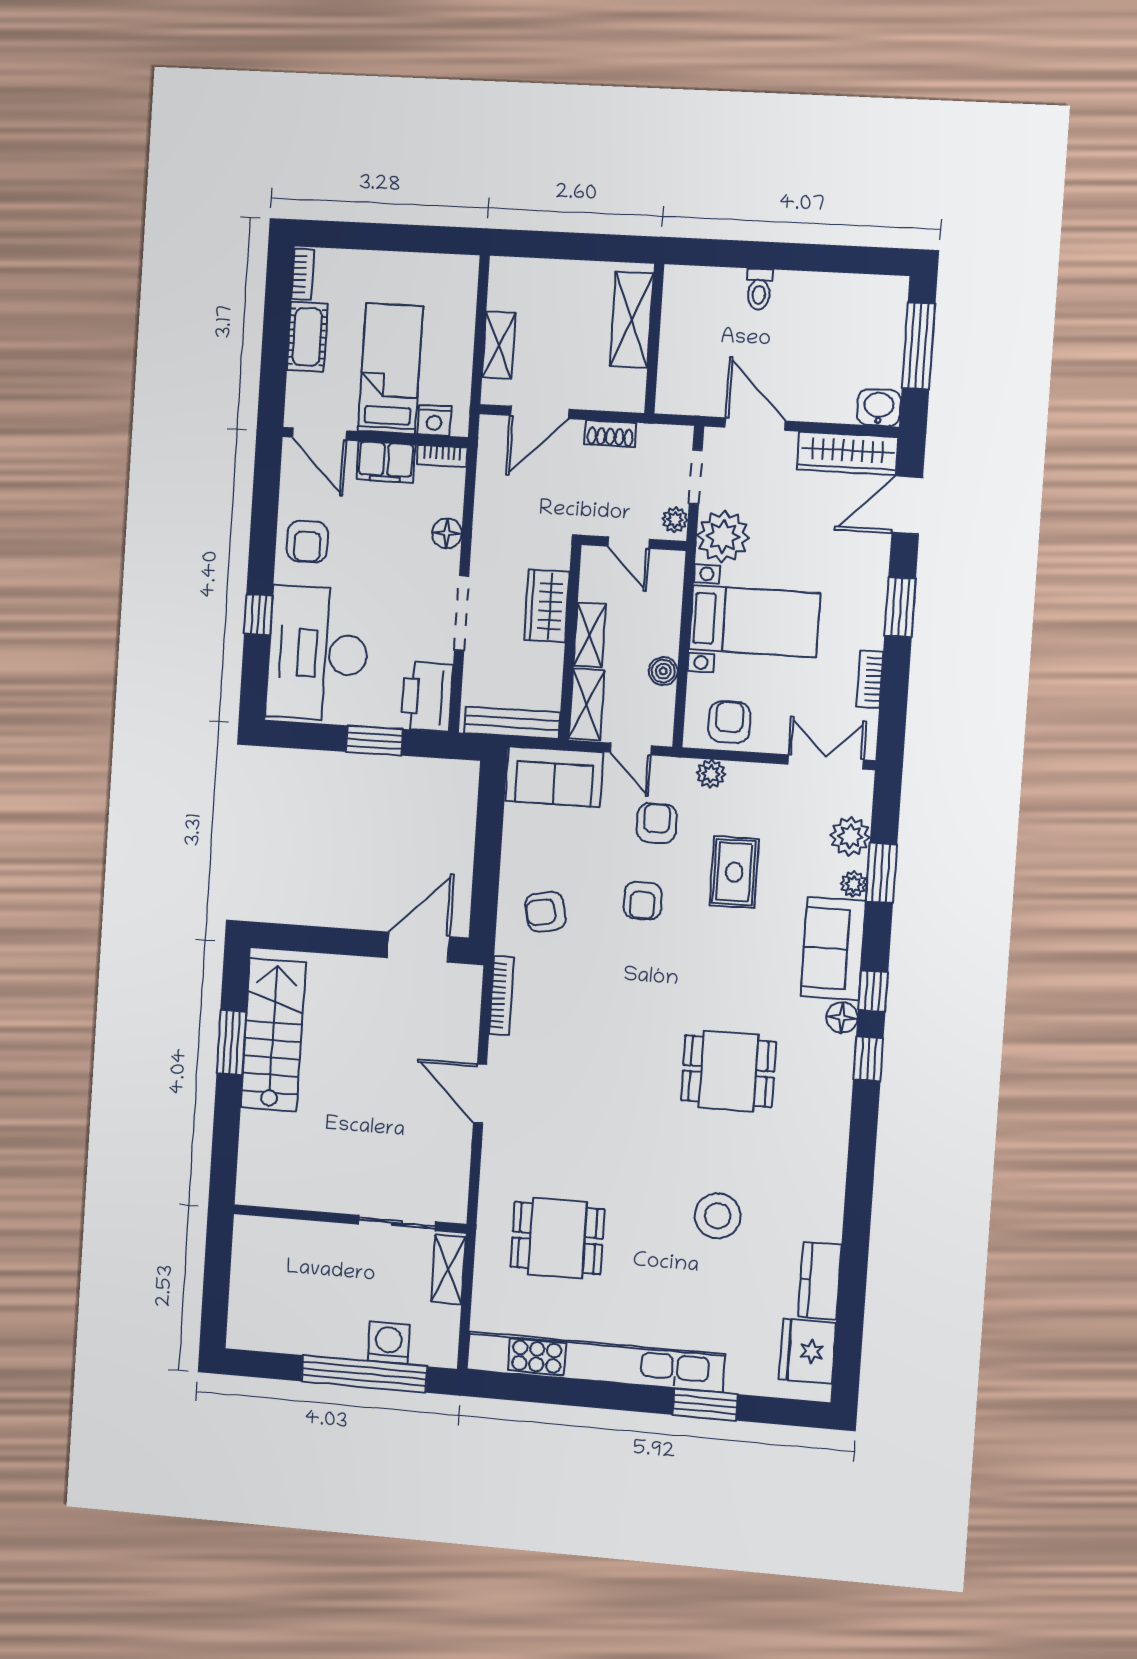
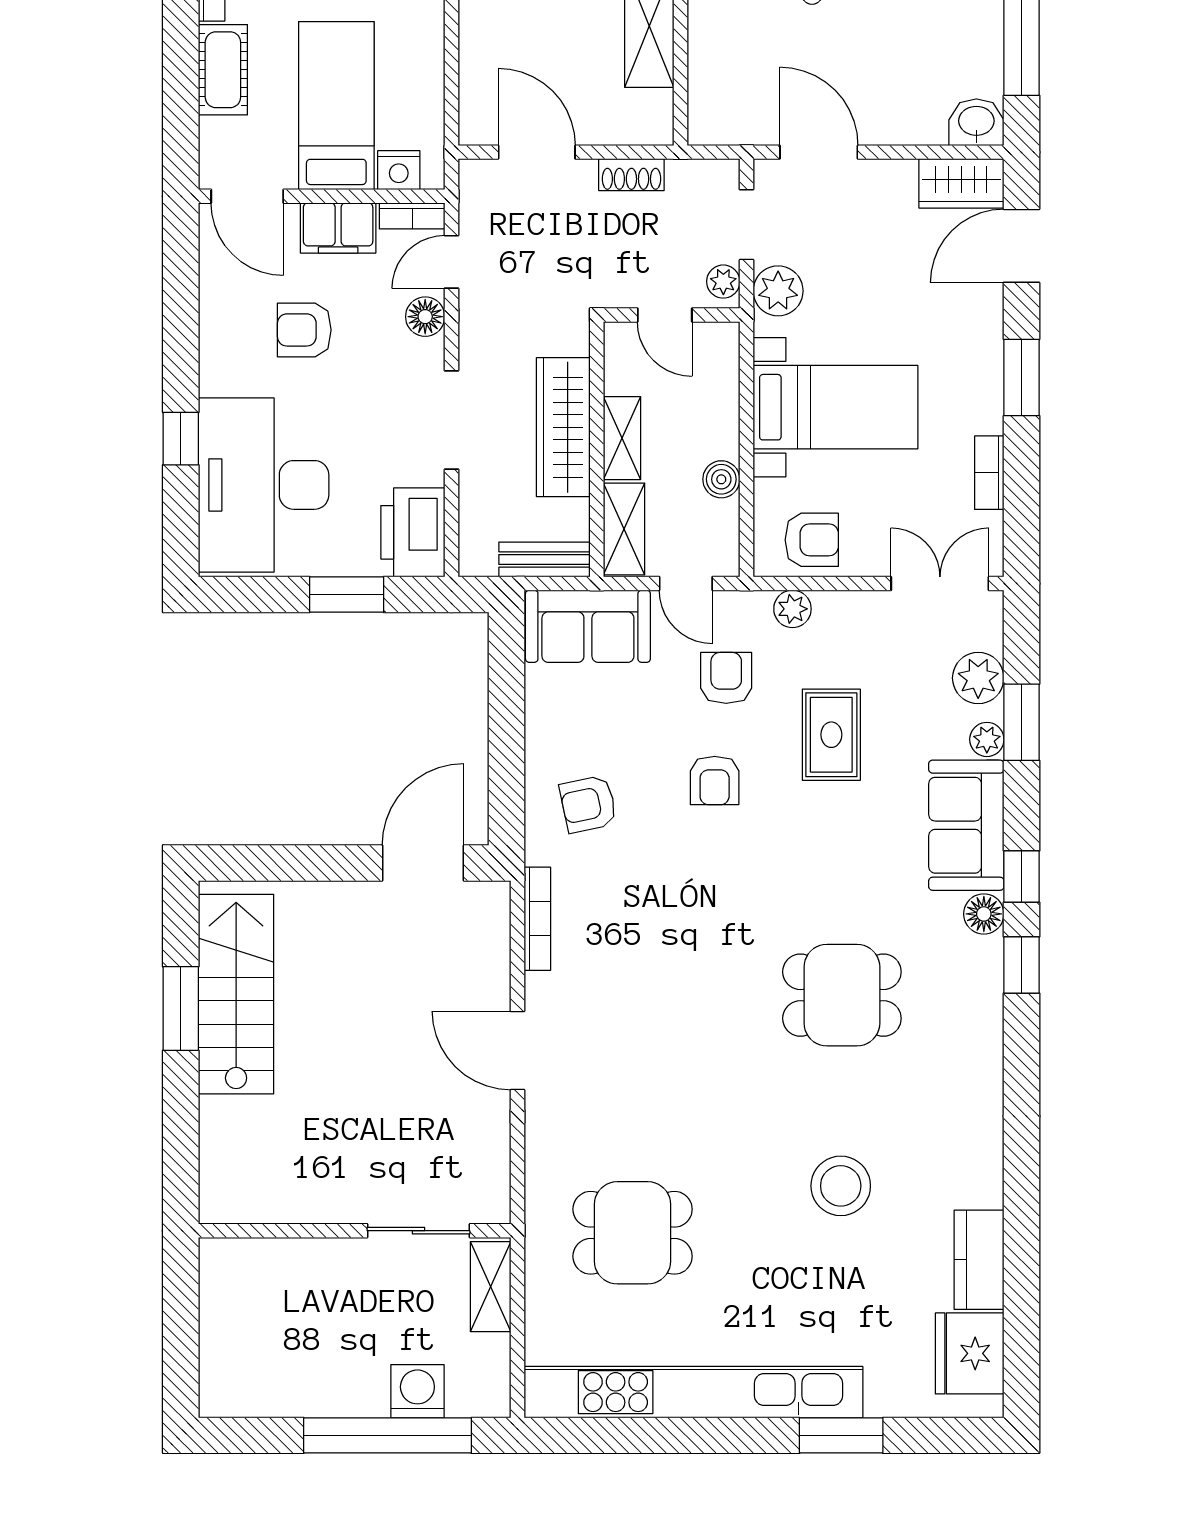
shelving: (499, 345) -> (478, 68), removed
door: (539, 412) -> (537, 152), swing flipped
wardrobe: (847, 453) -> (961, 183), width x0.67
door: (469, 493) -> (451, 262), added
plant: (723, 537) -> (778, 291), width x0.73, depth x0.73
armchair: (307, 541) -> (304, 330), moved, turned 90
wardrobe: (547, 606) -> (563, 427), width x1.50
armchair: (729, 722) -> (812, 540), turned 90
bench: (512, 723) -> (544, 560), width x0.73

